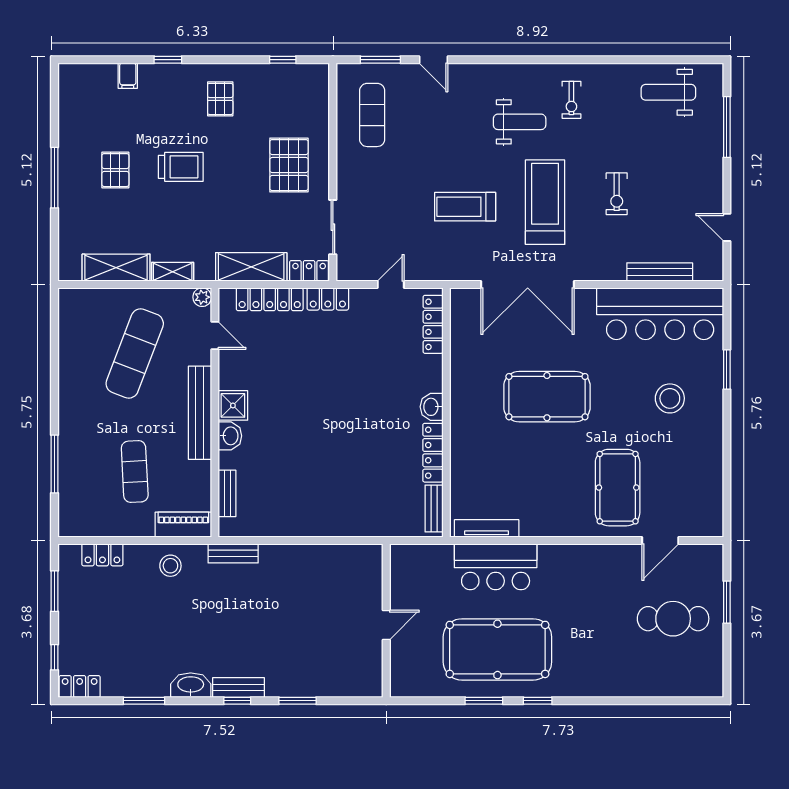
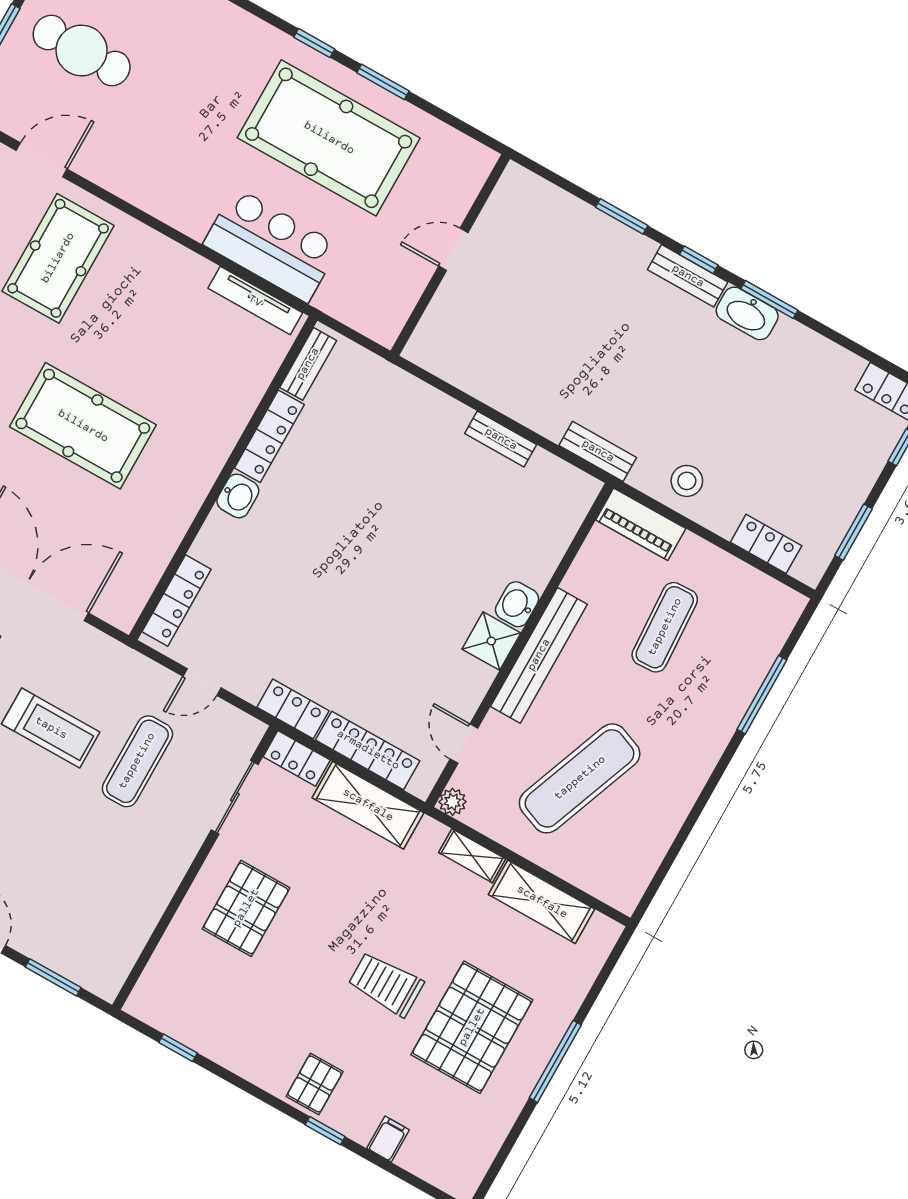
pallet: (220, 99) -> (315, 1084), moved
exercise mat: (372, 115) -> (137, 761), moved
pallet: (115, 170) -> (472, 1027), width x2.05, depth x2.00
bench: (227, 493) -> (501, 439), moved, turned 90
window: (144, 701) -> (769, 300), moved

